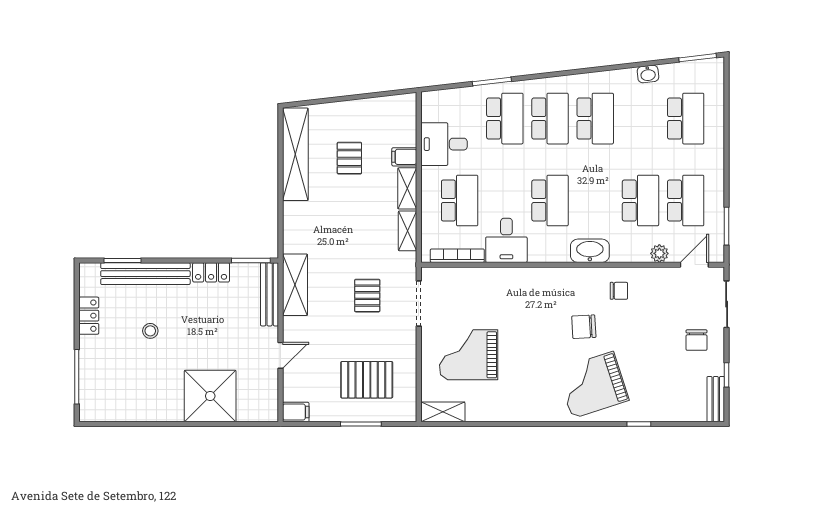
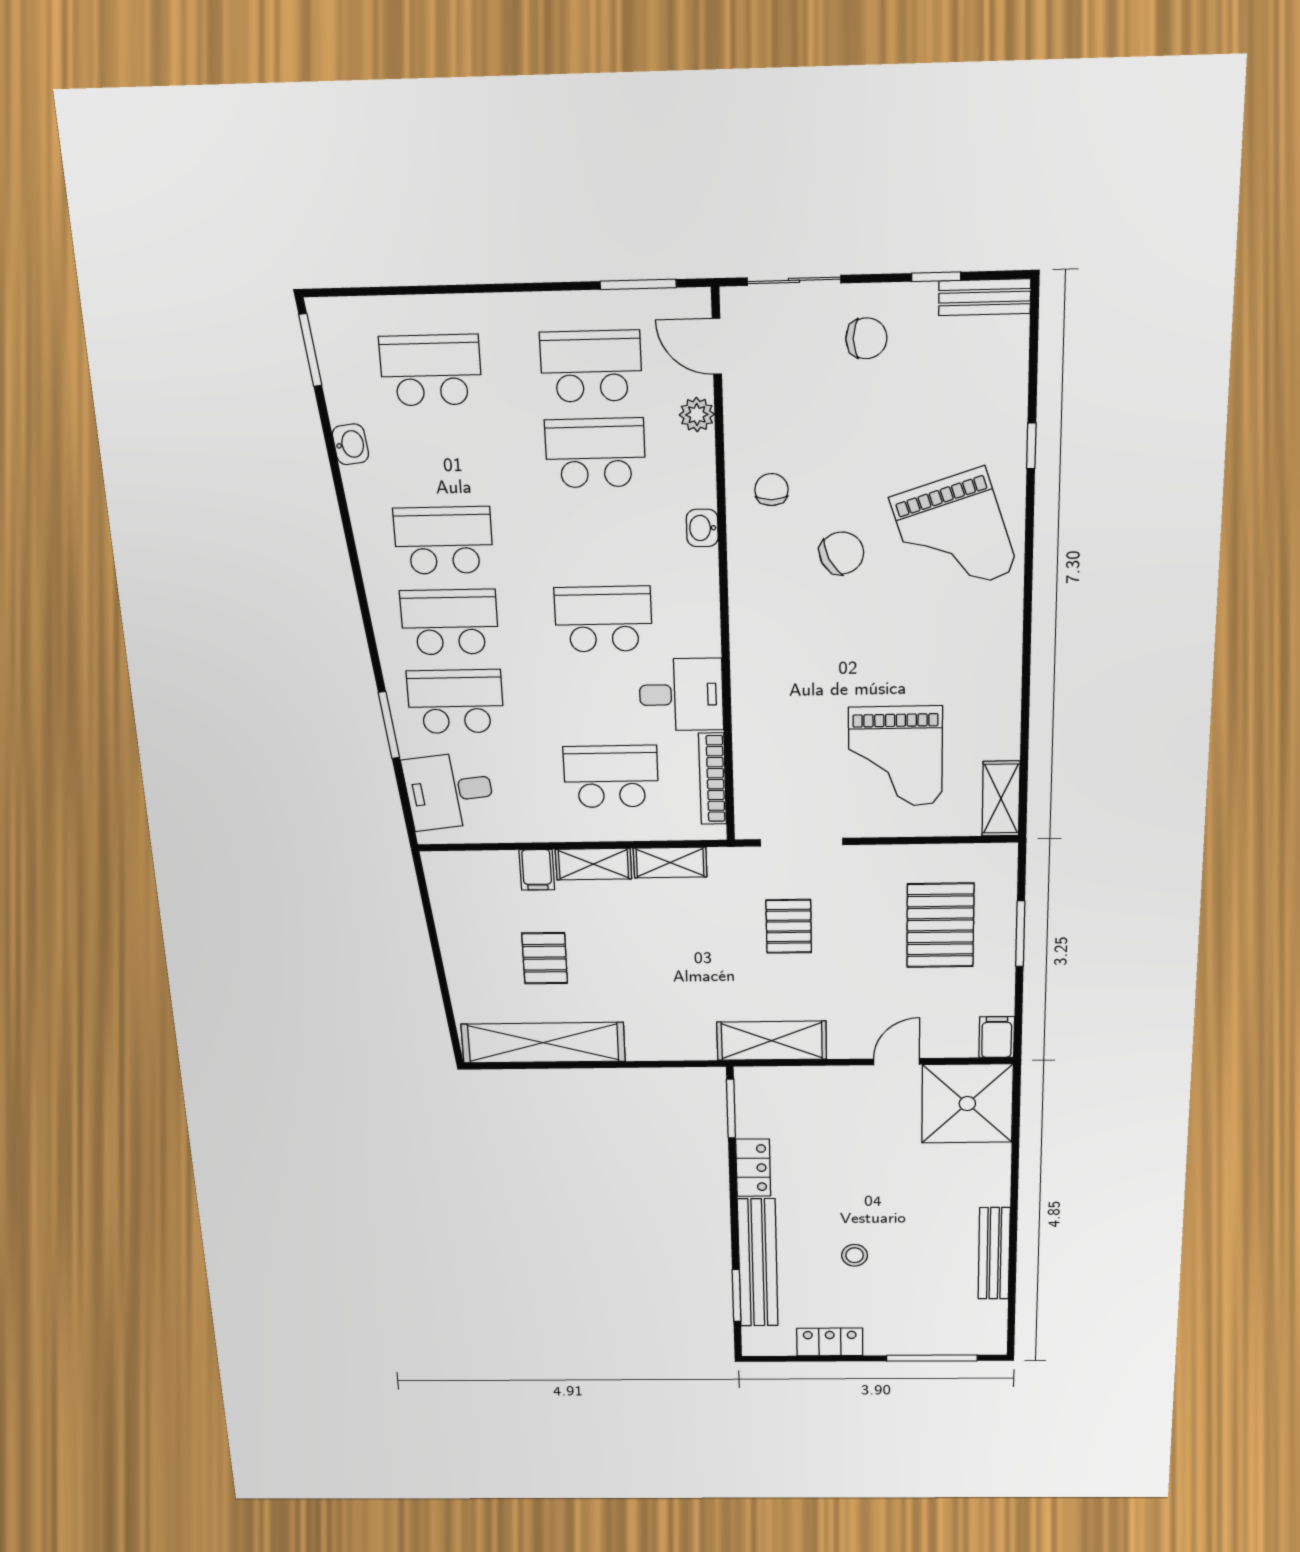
desk: (444, 144) -> (449, 791), moved, turned 83
pallet: (349, 158) -> (545, 958), turned 90
washbasin: (590, 251) -> (702, 528), width x0.52, depth x0.69
bench: (270, 294) -> (994, 1253), moved, turned 90
pallet: (367, 296) -> (789, 926), turned 90
chair: (584, 327) -> (842, 553), turned -113
door: (281, 355) -> (896, 1062), hinge flipped
shower: (210, 396) -> (967, 1104), moved

